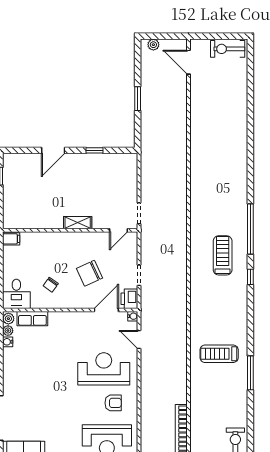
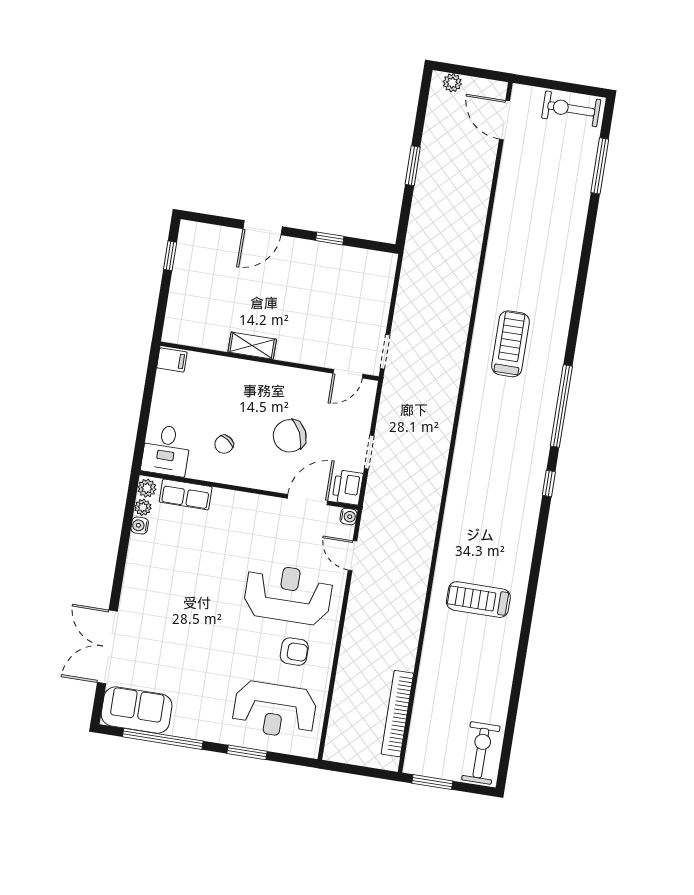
shelving: (78, 223) -> (252, 346), moved
treadmill: (223, 255) -> (510, 344), moved
window: (250, 373) -> (600, 166), moved

